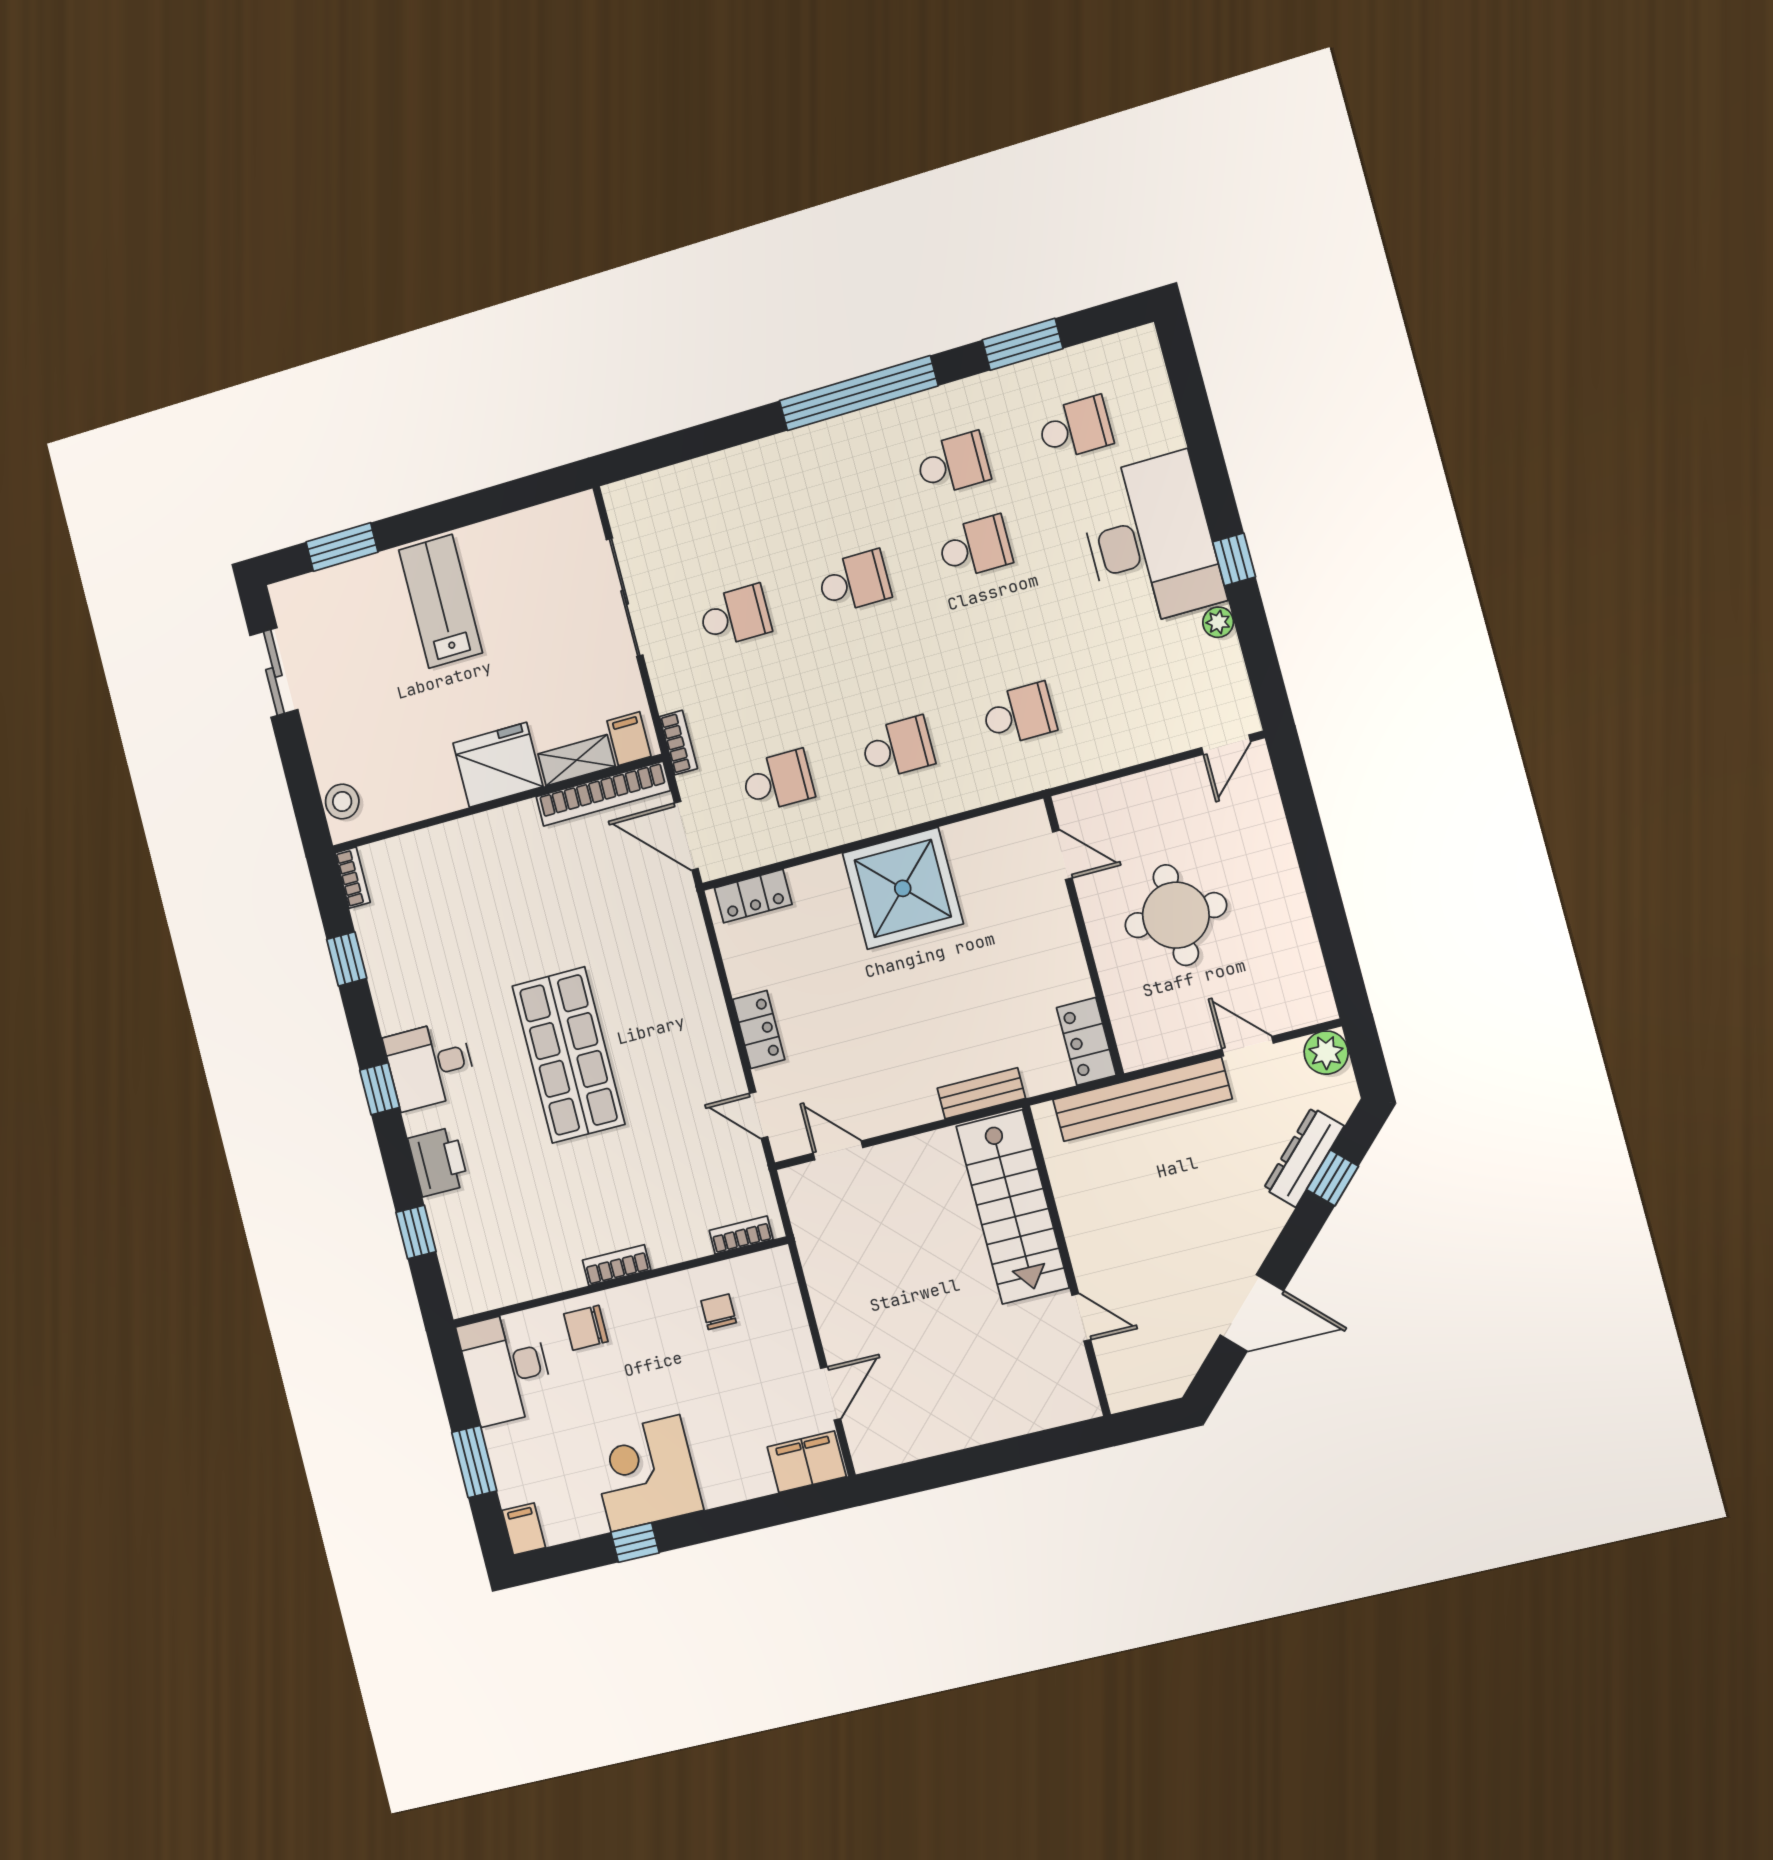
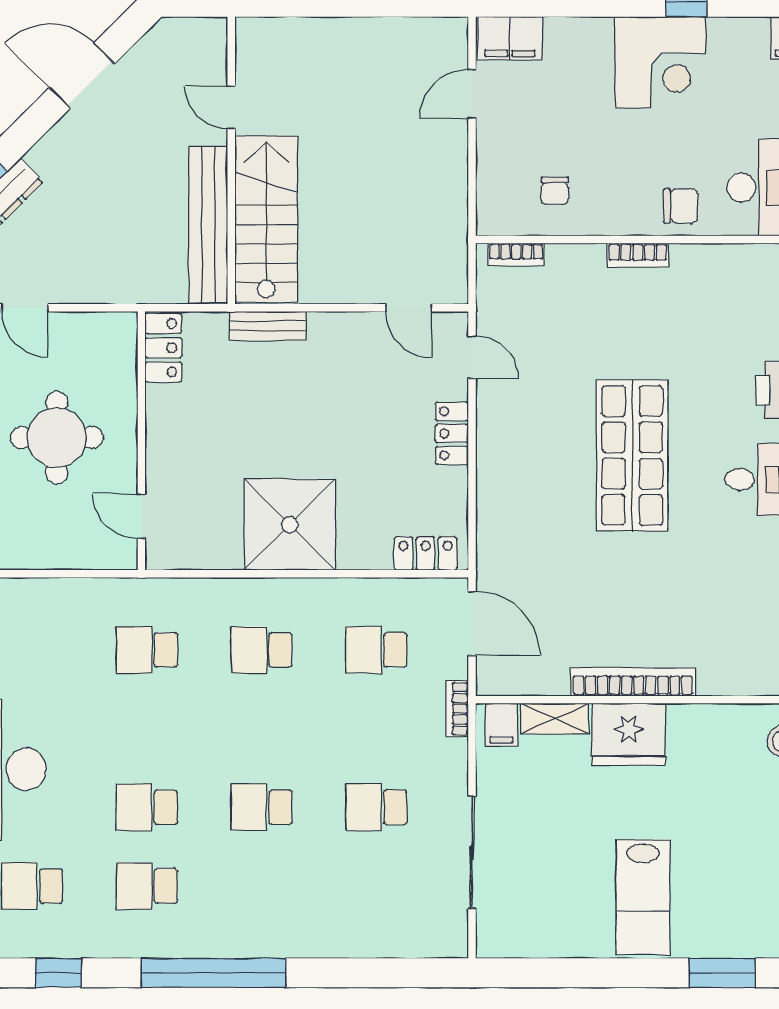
window: (1023, 344) -> (59, 973), width x0.67
bookcase: (603, 794) -> (633, 682), moved
bench: (1142, 1099) -> (208, 225), moved, turned 90

